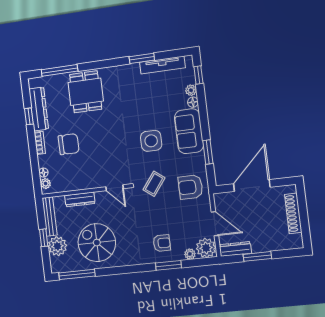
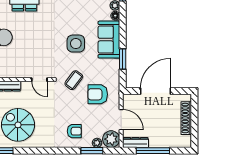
armchair: (190, 187) -> (98, 94), moved
window: (257, 256) -> (153, 151), width x1.44
window: (168, 265) -> (92, 151), moved

